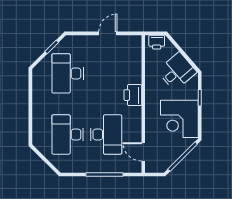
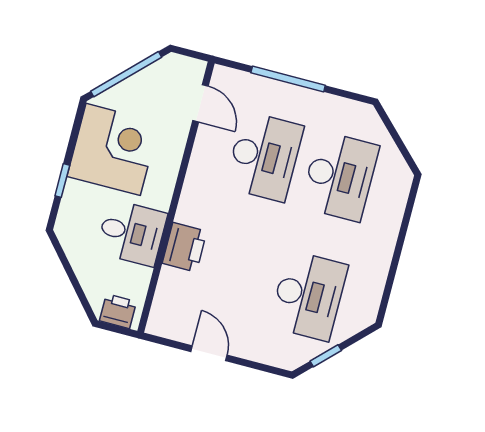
door: (108, 33) -> (209, 353), swing flipped
desk: (177, 71) -> (132, 233), moved, turned -139
printer: (133, 95) -> (185, 247), moved
desk: (106, 134) -> (264, 156), turned 180

